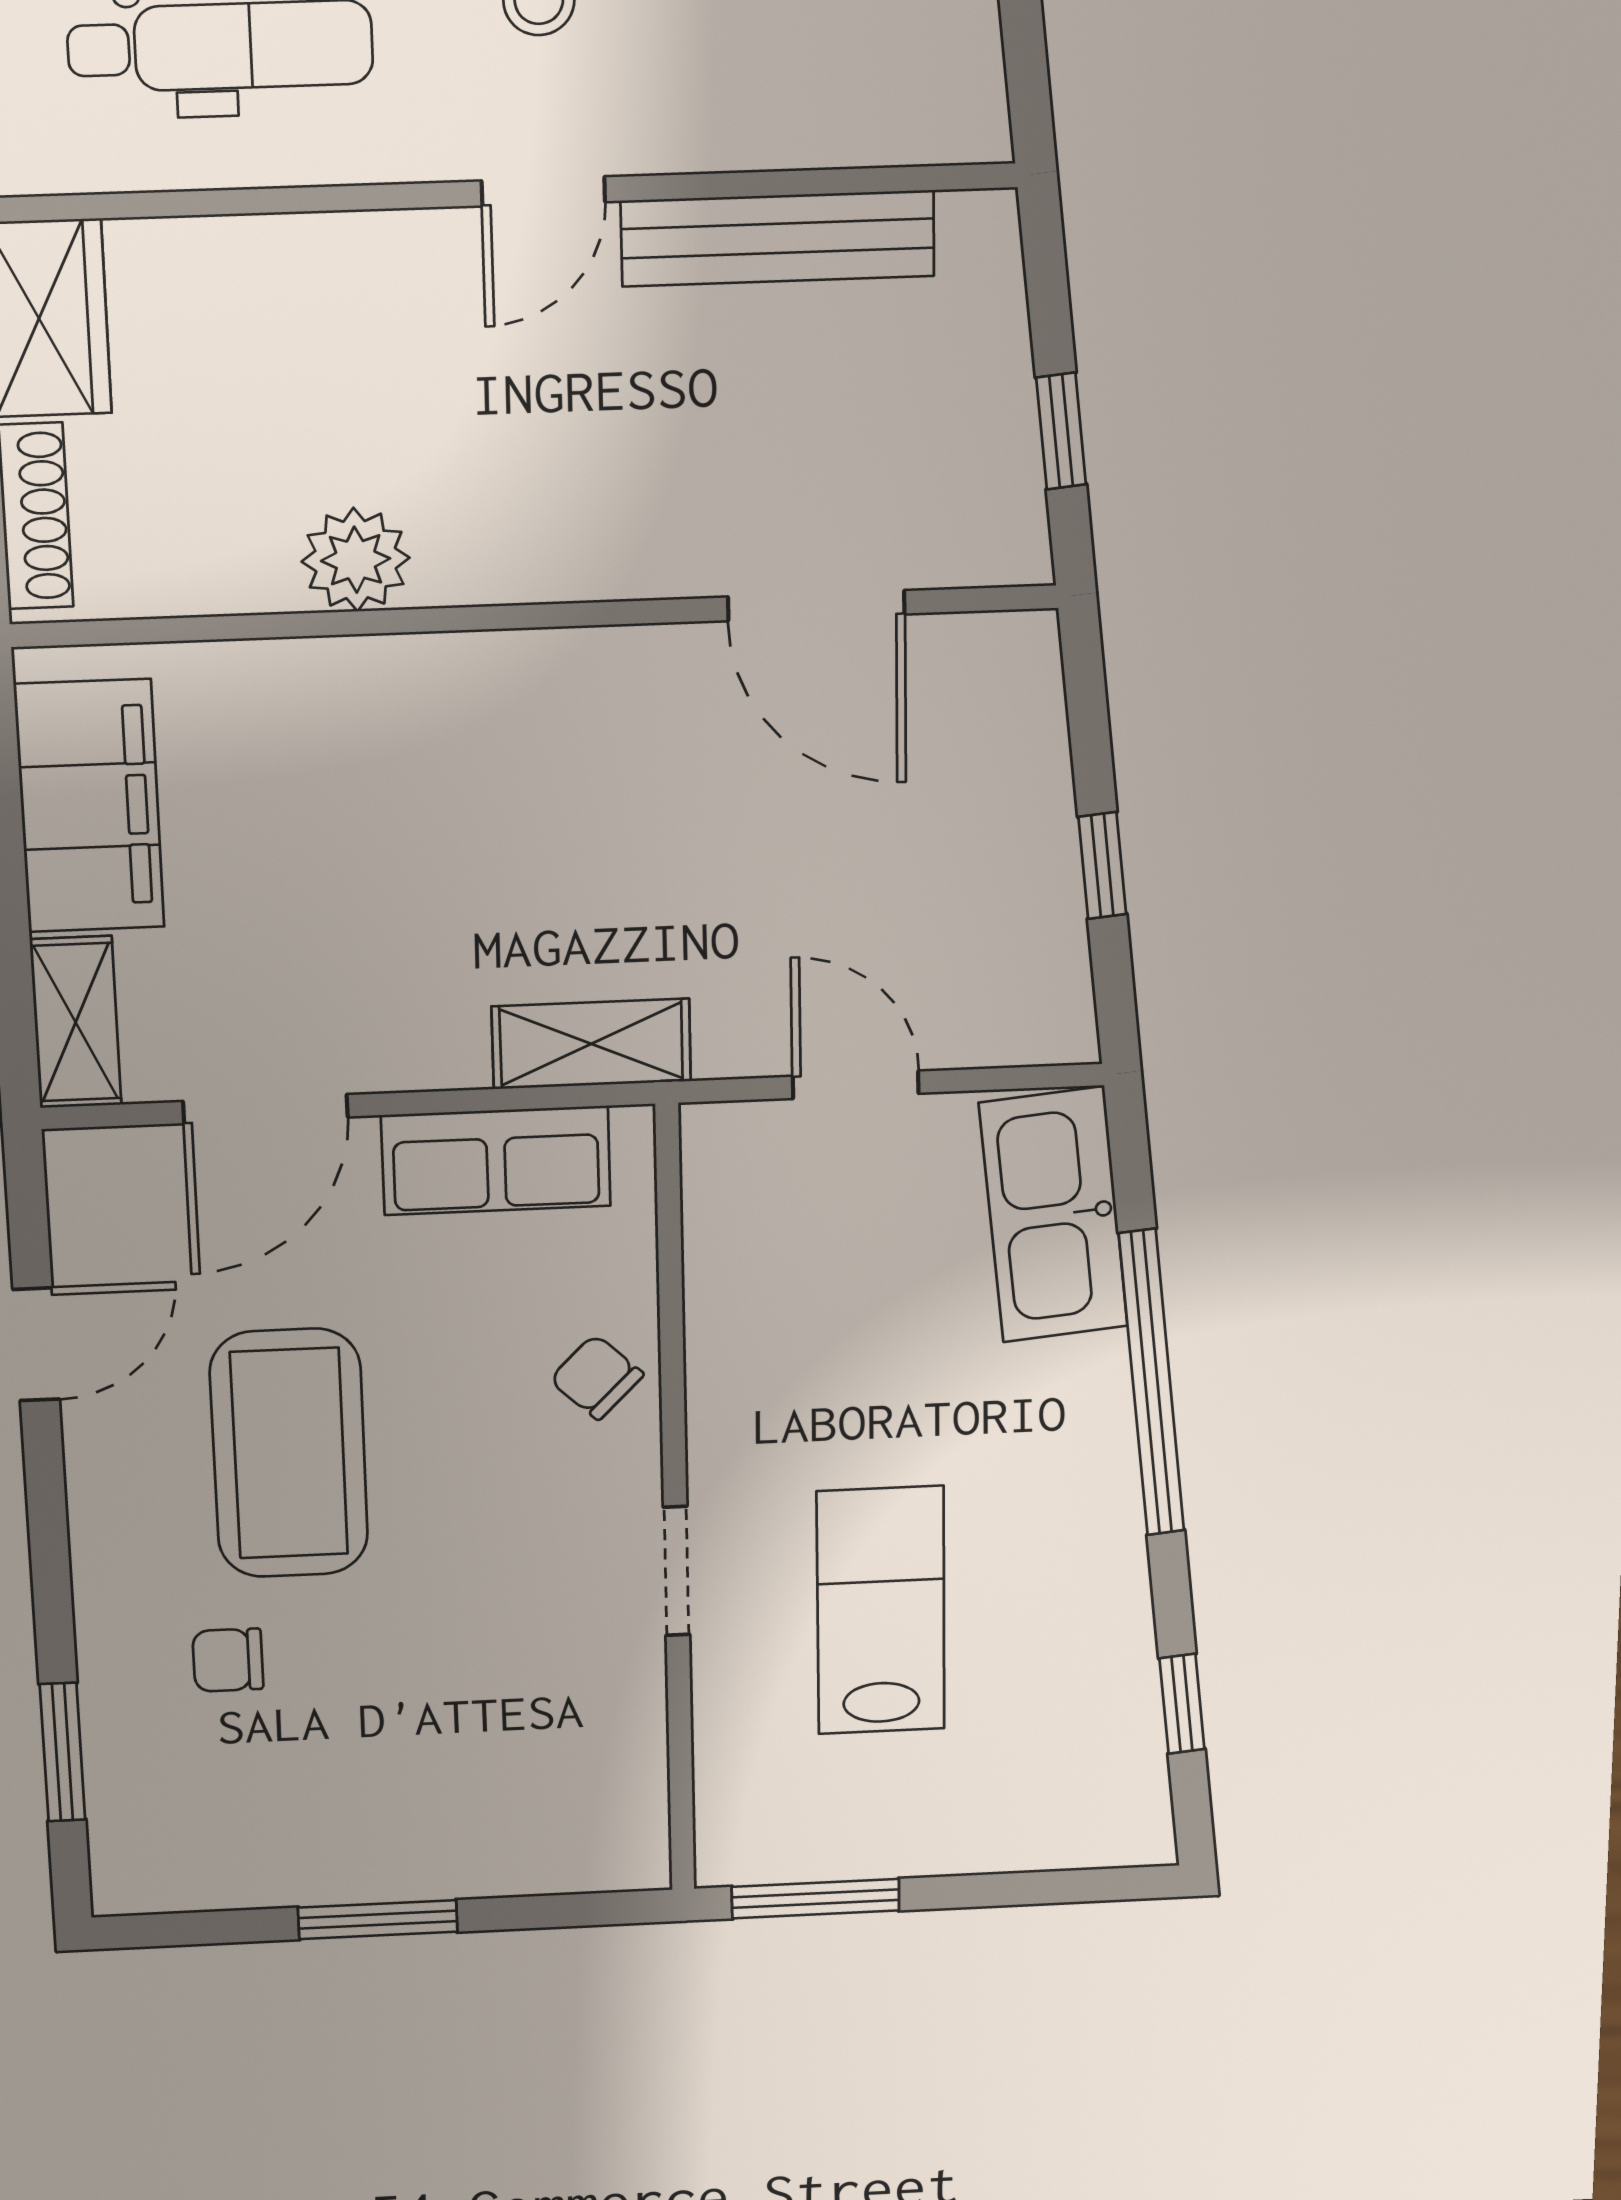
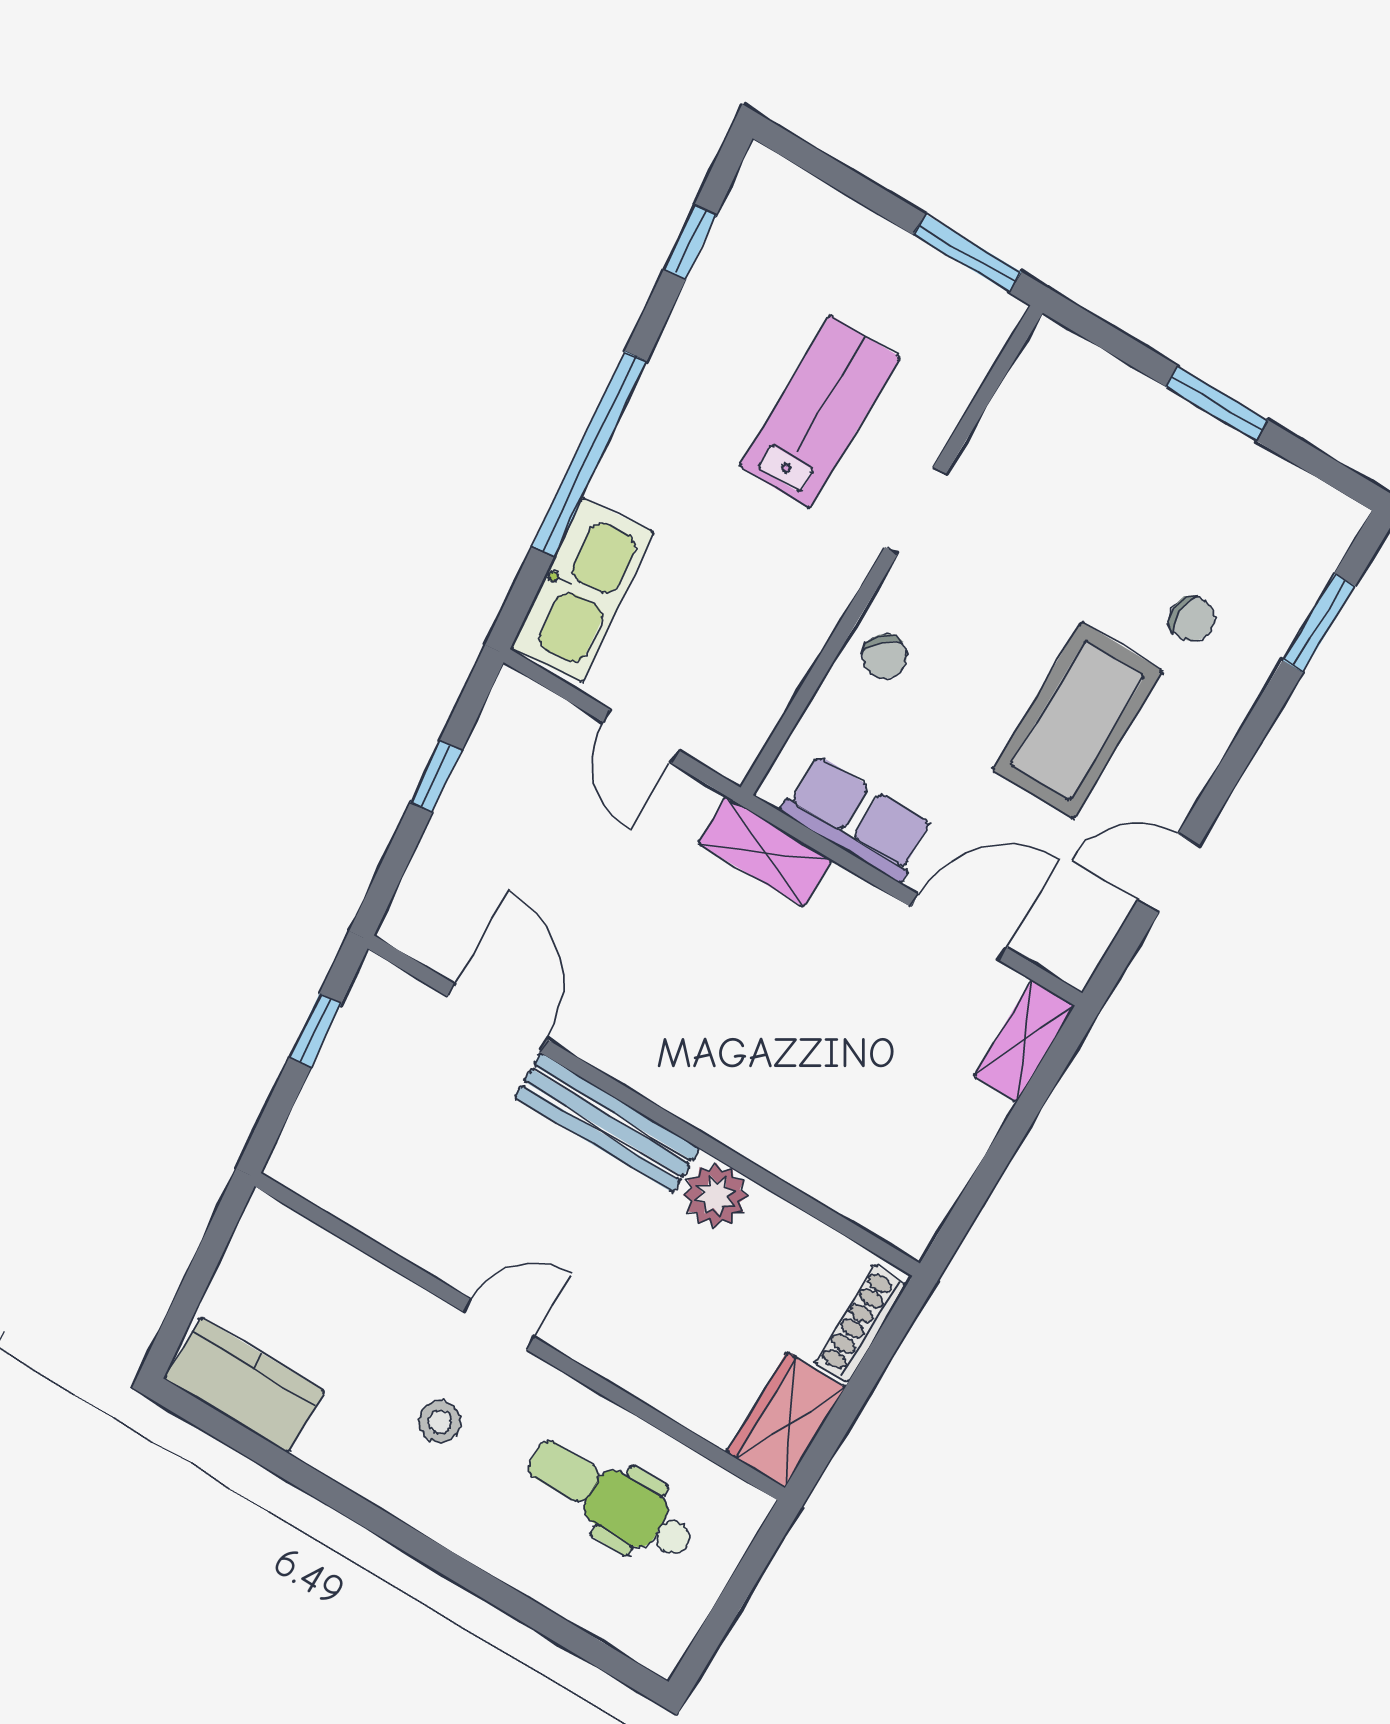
bench: (778, 238) -> (607, 1123), moved
filing cabinet: (89, 806) -> (938, 1153), removed
lab bench: (881, 1611) -> (820, 412), turned 180

